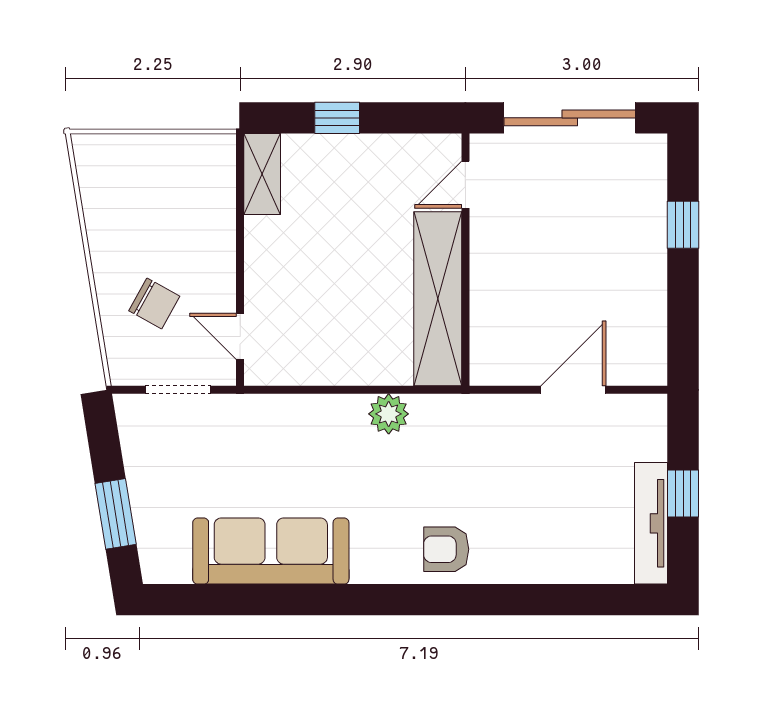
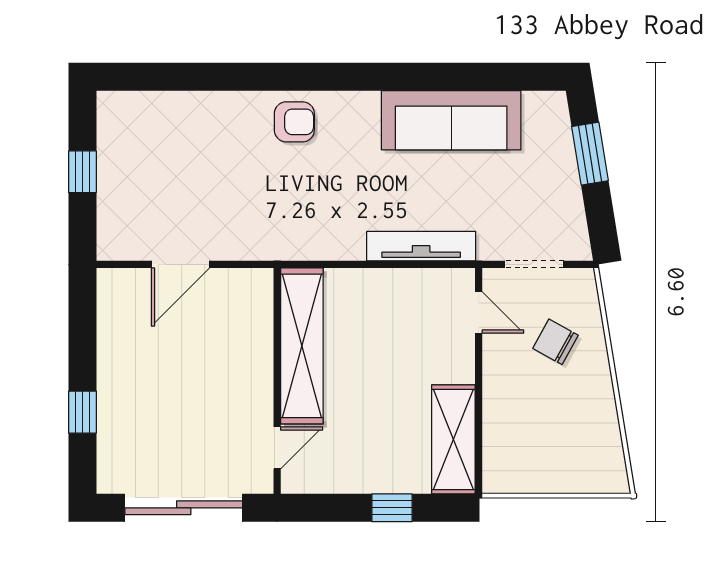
shelving: (262, 174) -> (453, 439), width x1.50, depth x1.33
plant: (389, 414) -> (346, 243), removed
tv unit: (651, 523) -> (421, 246), moved, turned -90

